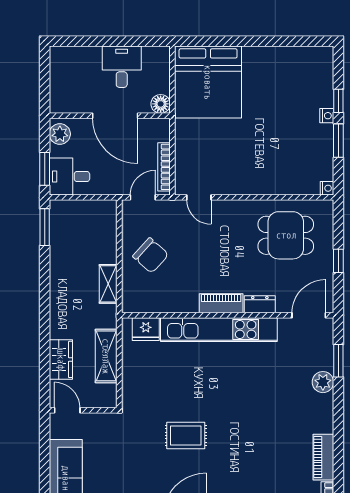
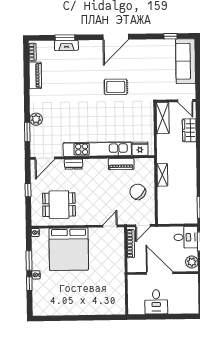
bed: (208, 82) -> (69, 249), moved, turned 180
floor lamp: (161, 104) -> (133, 280), removed
door: (199, 197) -> (110, 226), hinge flipped
piano: (221, 303) -> (121, 164), moved
shelving: (106, 356) -> (163, 118), moved

